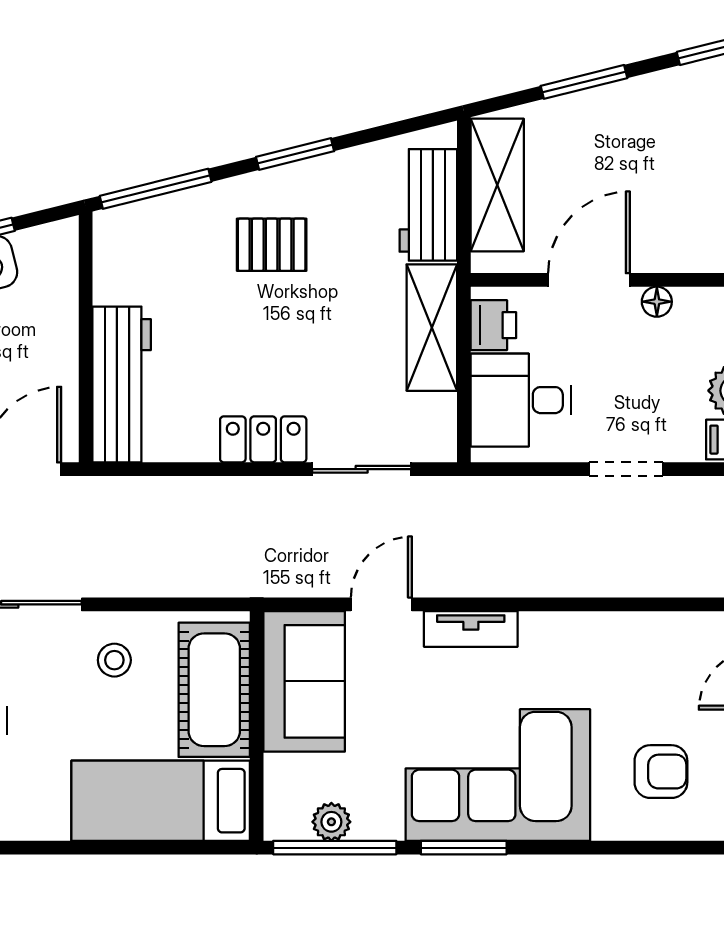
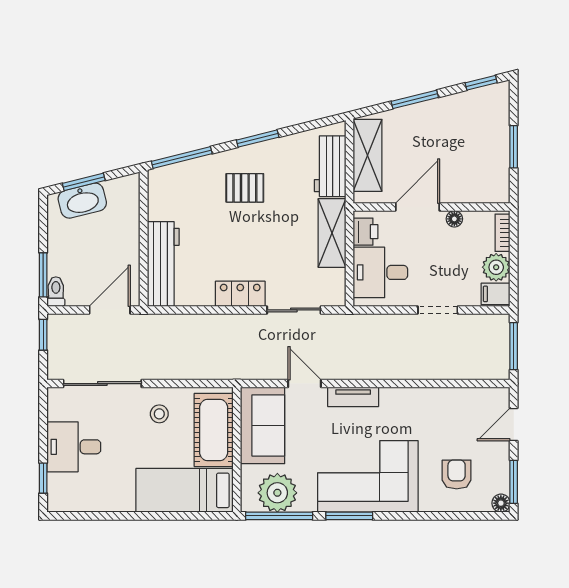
door: (381, 604) -> (305, 384), hinge flipped
armchair: (661, 772) -> (457, 474), turned -90
plant: (331, 822) -> (277, 493), width x1.88, depth x1.88

